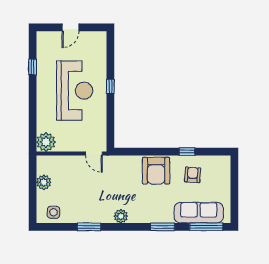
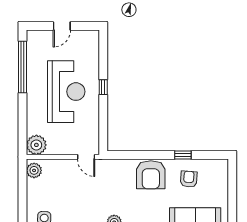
window: (33, 67) -> (22, 67), width x3.17
plant: (44, 182) -> (34, 170), moved

